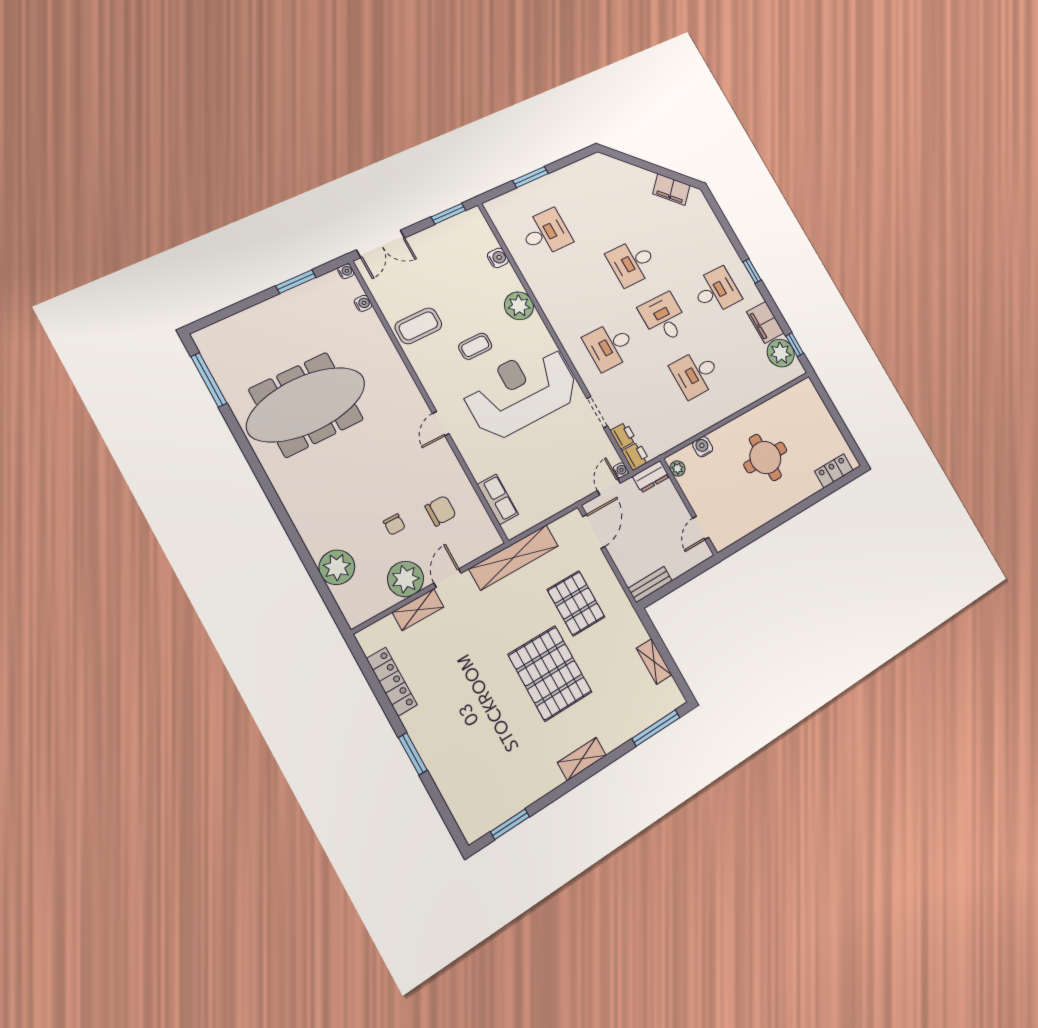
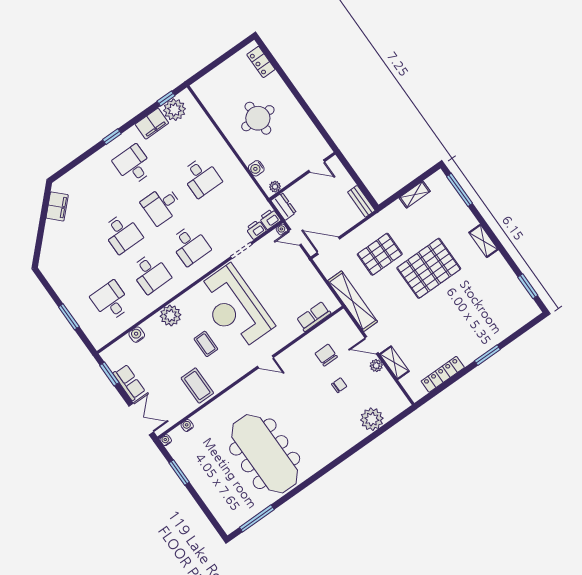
row of seats: (434, 237) -> (129, 382), added
desk: (578, 289) -> (150, 273), added
plant: (405, 579) -> (376, 366), width x0.53, depth x0.53

